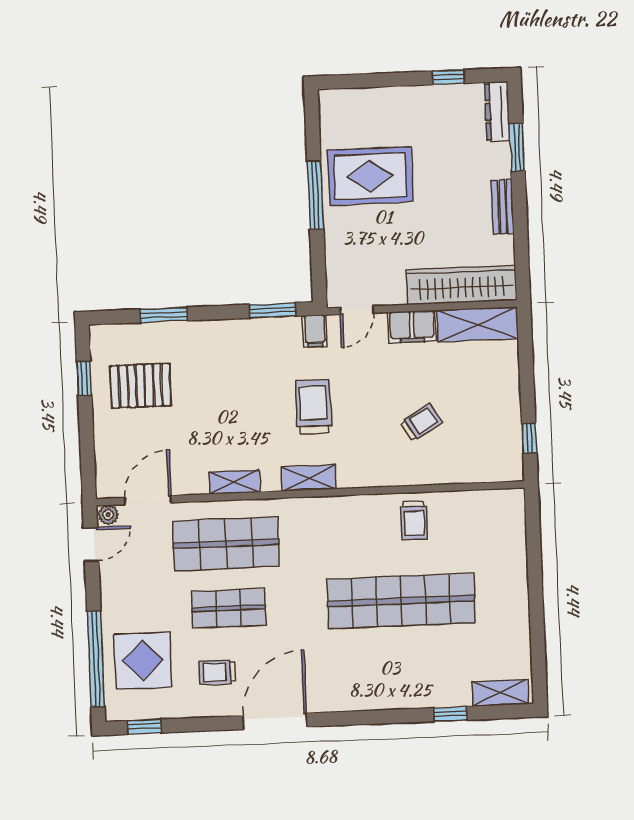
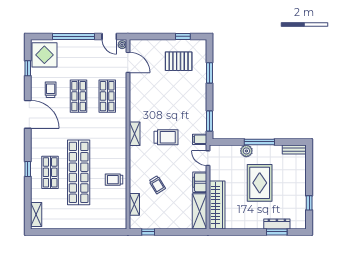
dresser: (497, 111) -> (277, 224), moved
rug: (370, 176) -> (260, 183), moved
bench: (503, 207) -> (294, 149), moved
plant: (337, 224) -> (246, 151), added
pallet: (140, 386) -> (179, 61), turned 90
shelving: (234, 482) -> (134, 204), moved
shop shelf: (226, 544) -> (107, 96), width x0.70, depth x0.74
window: (96, 659) -> (74, 36), moved
display table: (143, 661) -> (44, 55), moved
shop shelf: (404, 666) -> (50, 172), added
window: (450, 714) -> (28, 169), moved
window: (144, 727) -> (28, 68), moved

